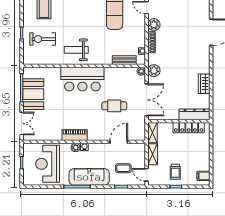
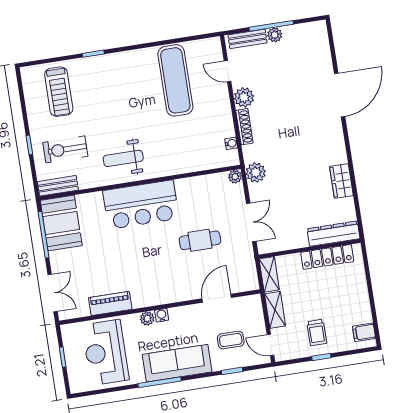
bench: (124, 60) -> (58, 186), moved
booth: (33, 94) -> (61, 223), moved
double door: (147, 100) -> (251, 222), width x0.73
piano: (75, 135) -> (110, 303), moved

